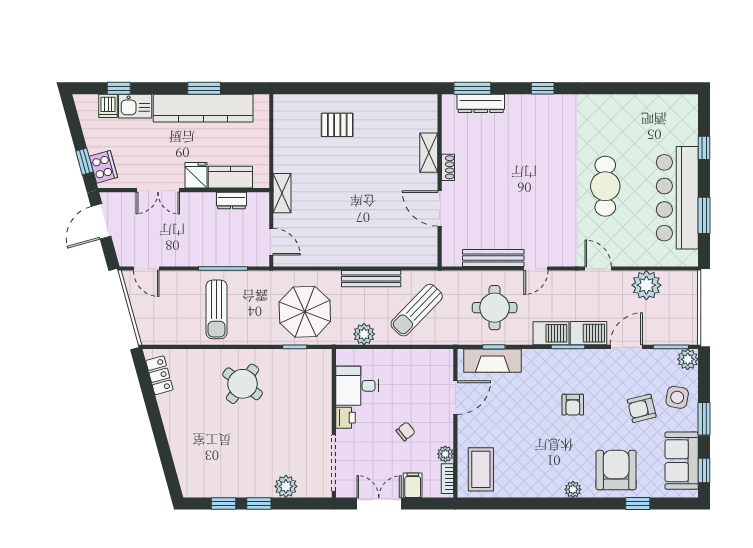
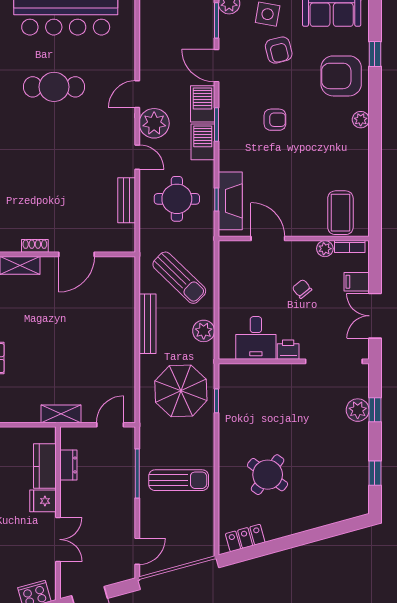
bench: (493, 258) -> (127, 200), width x0.73
plant: (646, 285) -> (154, 123), moved
round table: (243, 384) -> (268, 475), moved
coffee table: (481, 469) -> (340, 213), turned 90
window: (259, 504) -> (375, 410), moved

